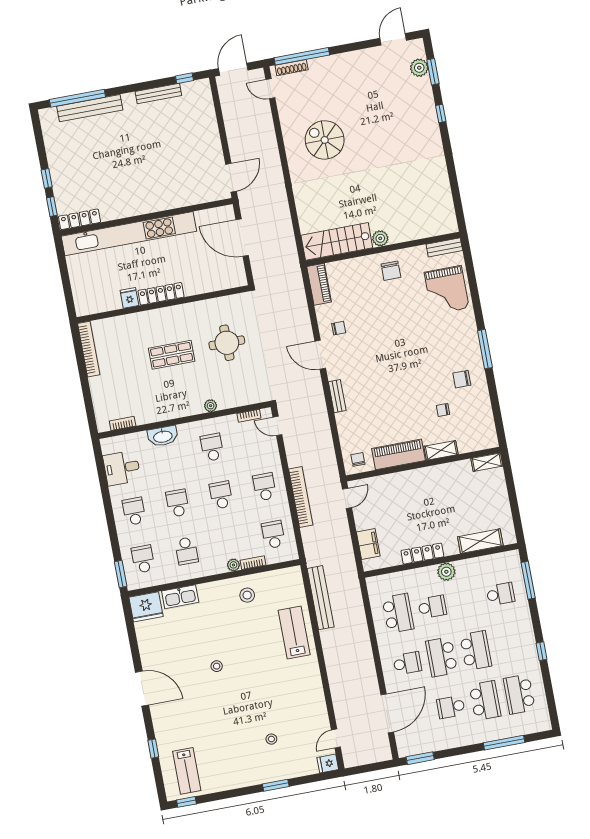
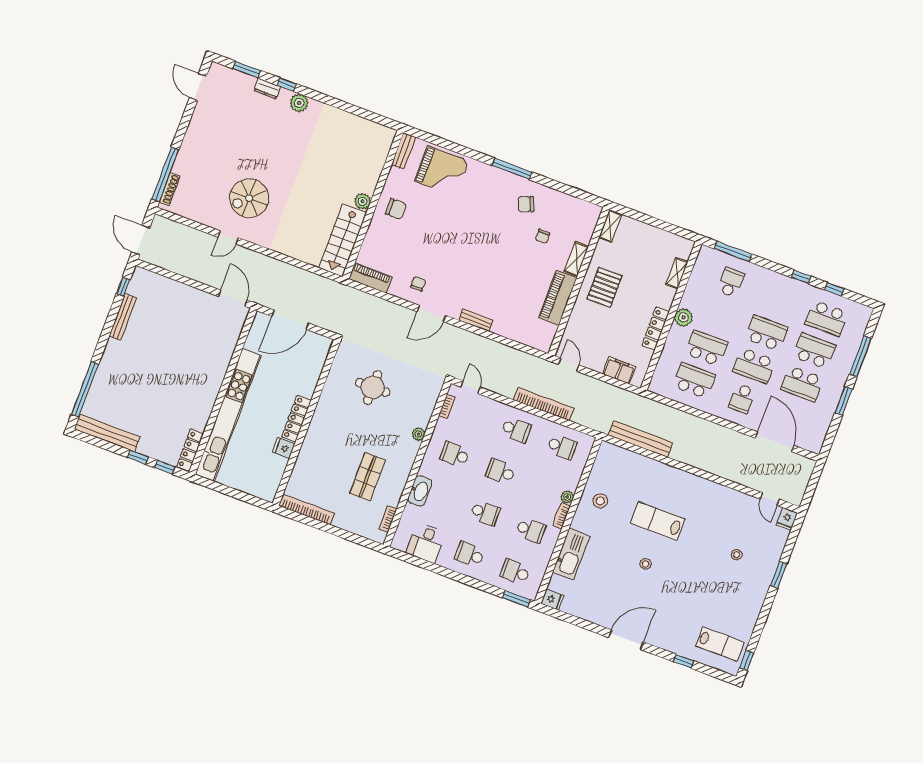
plant: (419, 68) -> (299, 103), moved
door: (270, 89) -> (228, 237), moved
dresser: (427, 99) -> (267, 89), added
bench: (90, 108) -> (107, 433), moved, turned 90
shop shelf: (172, 355) -> (368, 477), moved
chair: (462, 379) -> (526, 204), turned 68
door: (277, 426) -> (470, 387), swing flipped
chair: (358, 459) -> (541, 335), removed
school desk: (264, 487) -> (516, 430), turned 180
pallet: (432, 489) -> (605, 287), added
school desk: (177, 503) -> (485, 513), turned 180
school desk: (273, 535) -> (562, 447), turned 180
shelving: (480, 541) -> (677, 273), width x0.67, depth x0.75
bookcase: (253, 563) -> (562, 516), moved
kitchen sink: (180, 597) -> (571, 554), width x1.36, depth x1.24
fridge: (146, 607) -> (552, 599), width x0.53, depth x0.75
school desk: (432, 607) -> (706, 348), width x1.85
lab bench: (294, 632) -> (658, 521), moved
school desk: (407, 663) -> (742, 399), turned 180
window: (548, 686) -> (834, 289), added
school desk: (451, 707) -> (802, 384), width x1.85
window: (420, 758) -> (844, 401), moved

